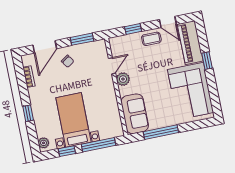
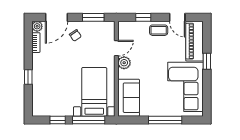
bed with nightstands: (73, 120) -> (94, 92), moved
window: (161, 132) -> (165, 120), moved
plant: (44, 143) -> (37, 26), moved

